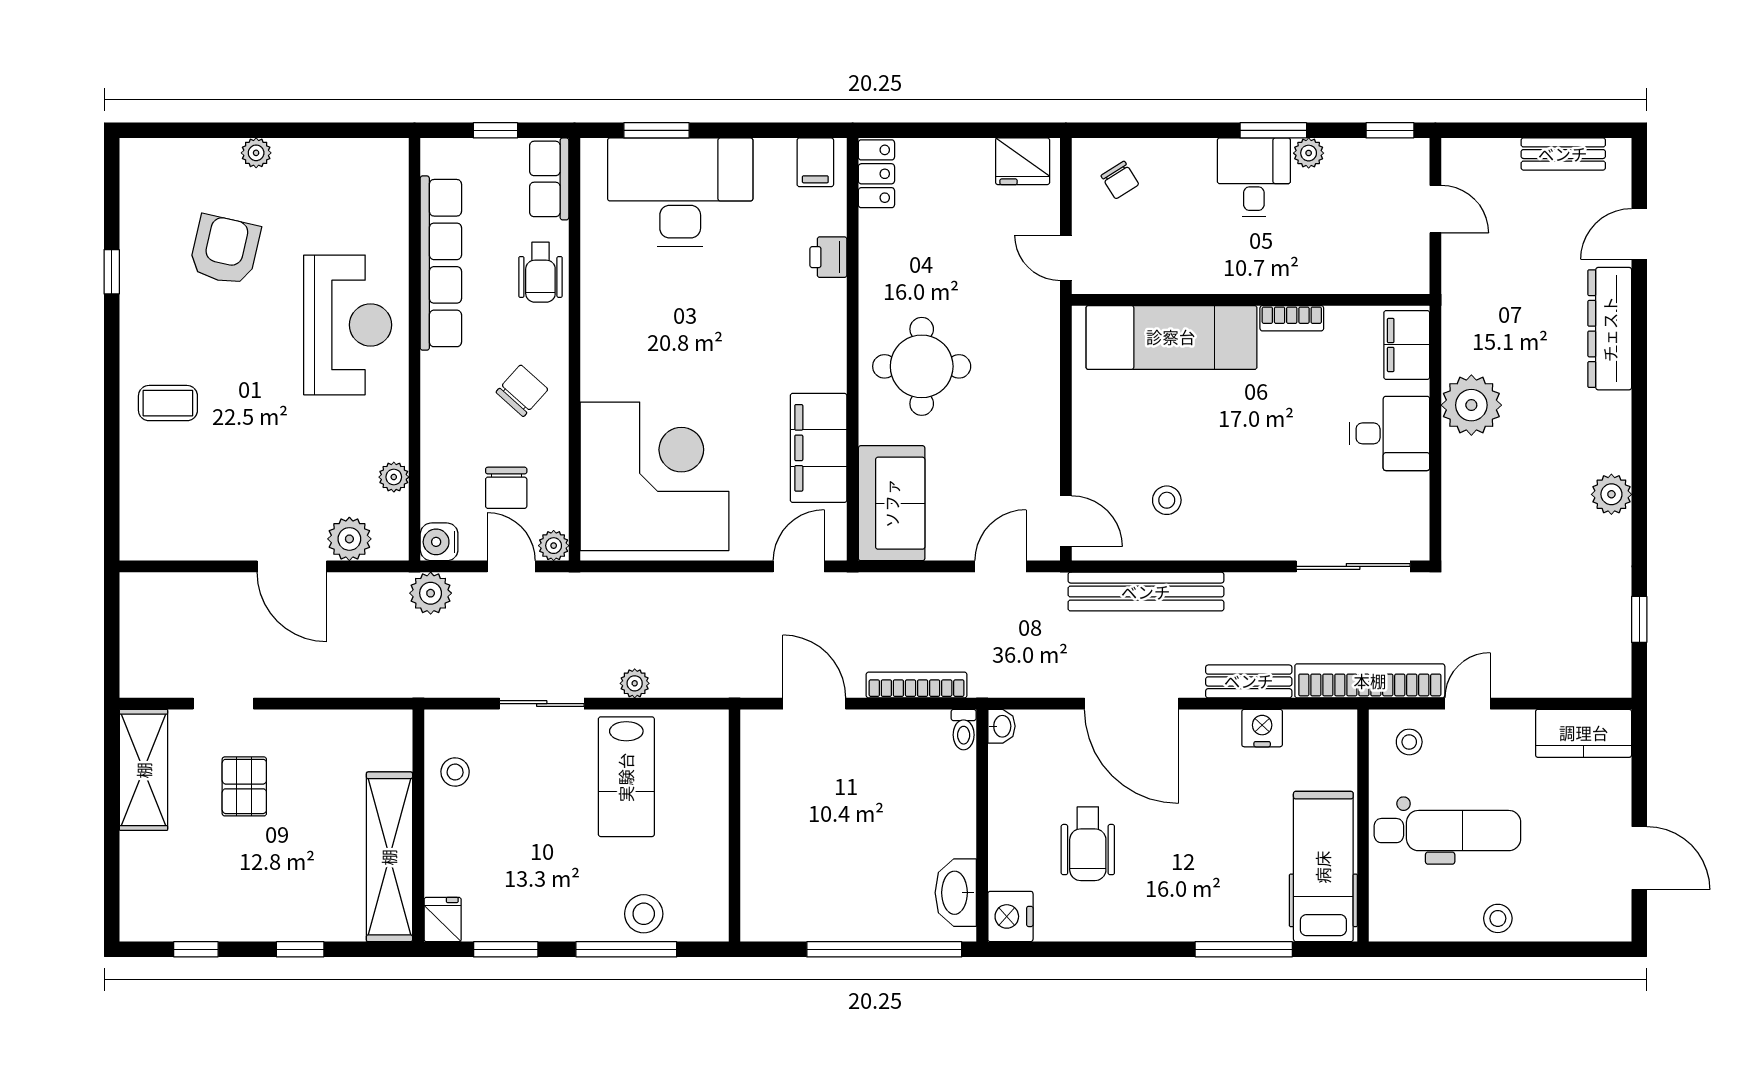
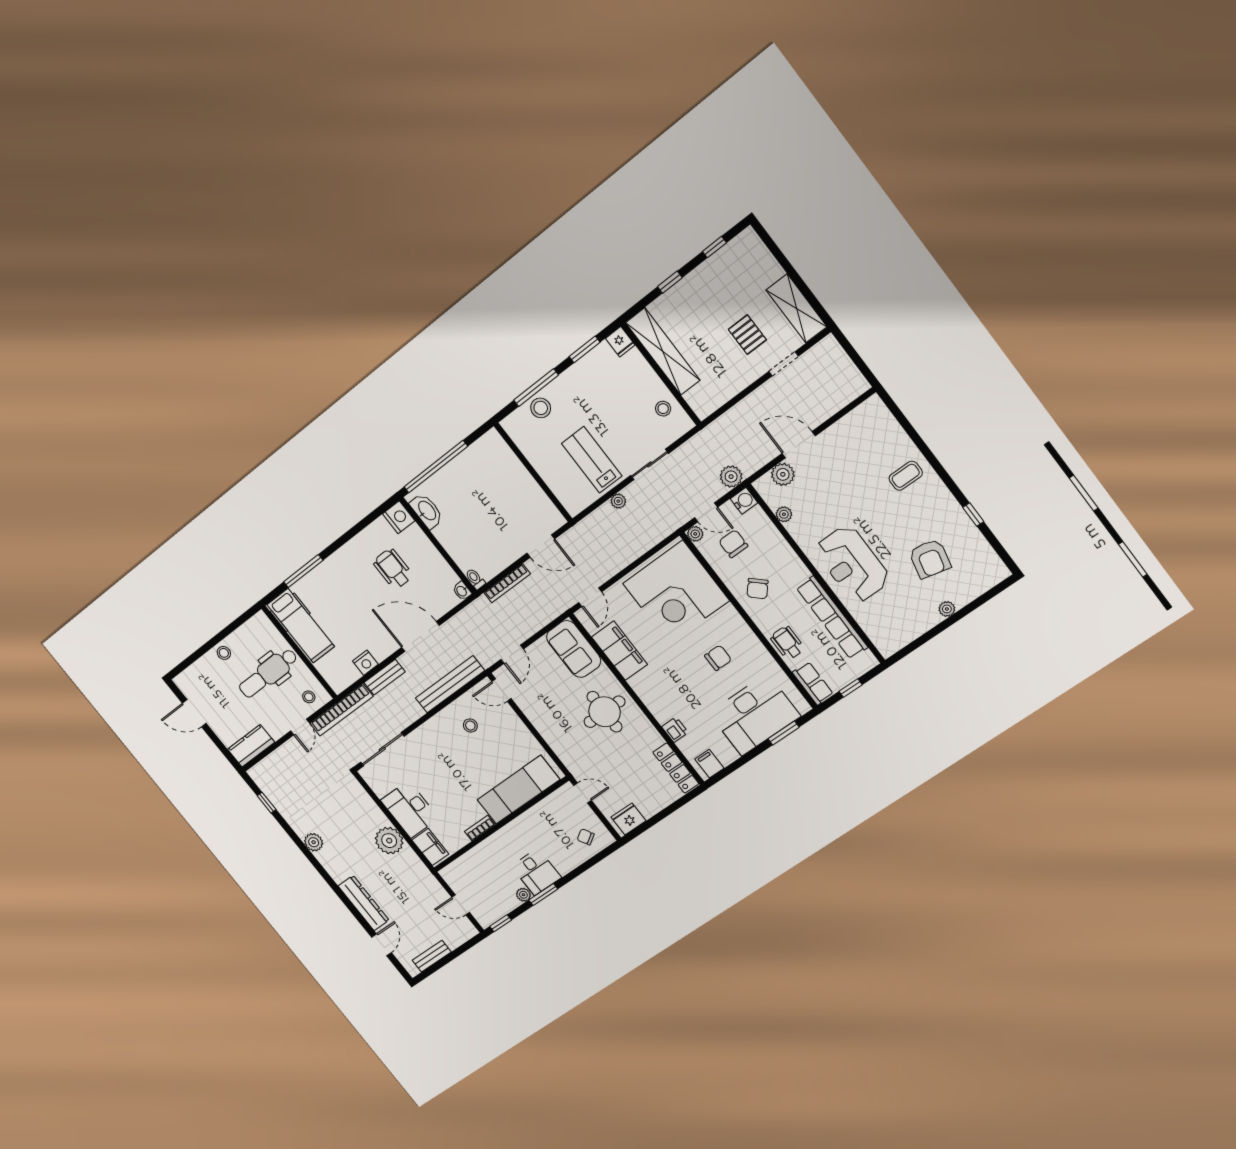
locker: (876, 174) -> (676, 768), width x1.53
chair: (668, 325) -> (718, 658), added
desk: (1390, 433) -> (410, 809), width x1.37

